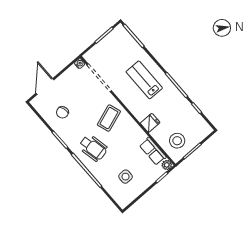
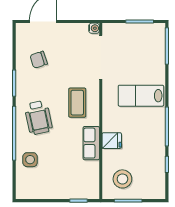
lab bench: (144, 80) -> (141, 96), turned -90
coffee table: (109, 118) -> (77, 103), turned -71
row of seats: (153, 151) -> (91, 143), moved
plant: (167, 165) -> (93, 193), removed
side table: (126, 177) -> (30, 160), moved

